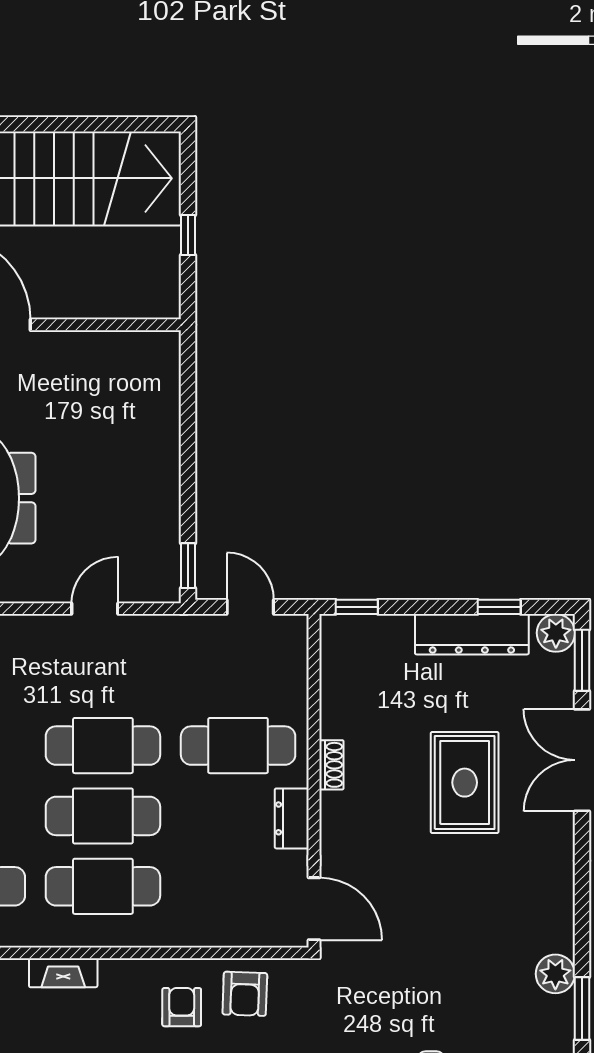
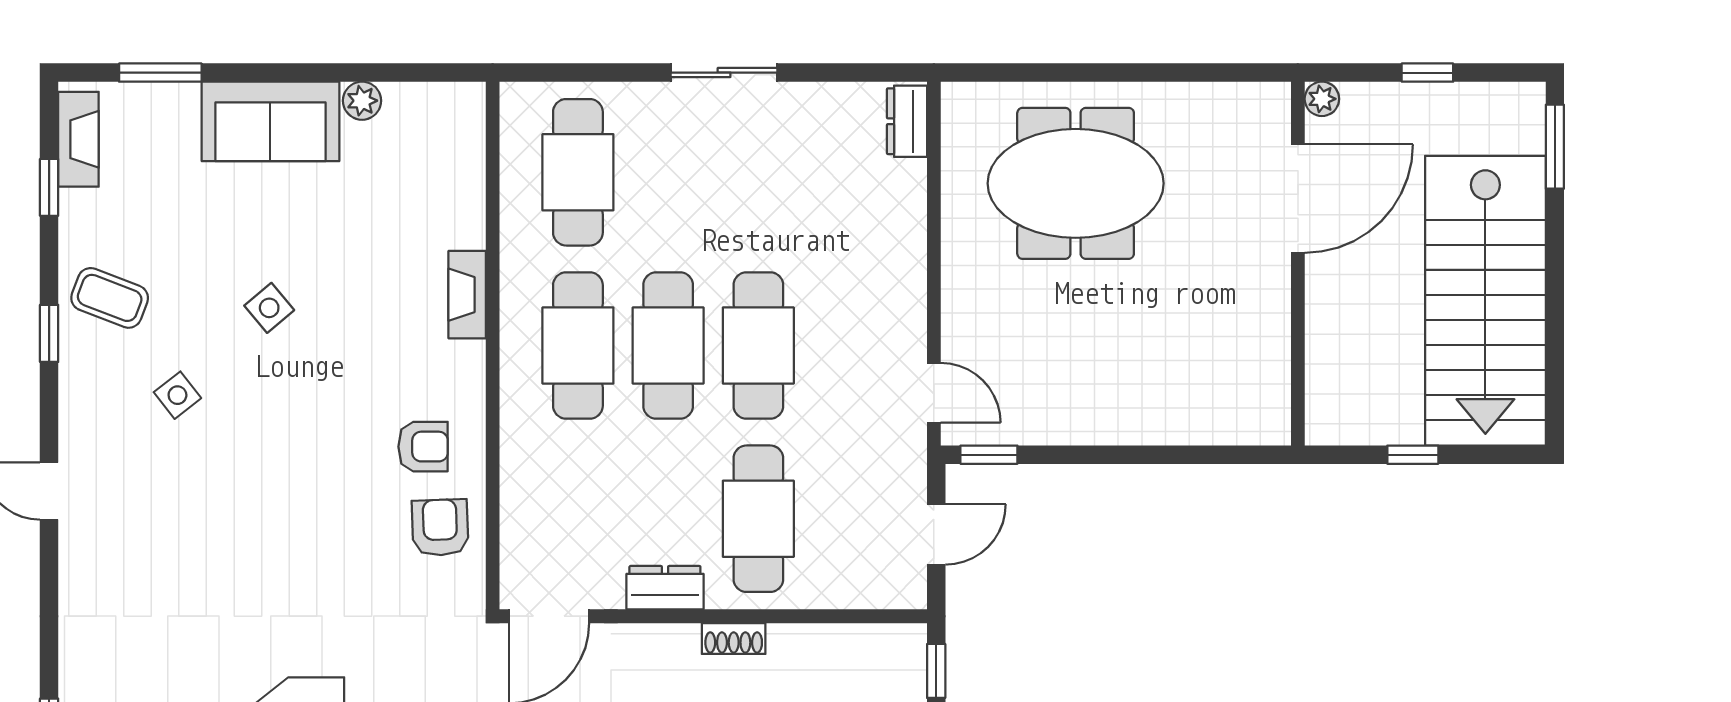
door: (95, 609) -> (934, 393), moved
armchair: (245, 994) -> (440, 527), turned 86

